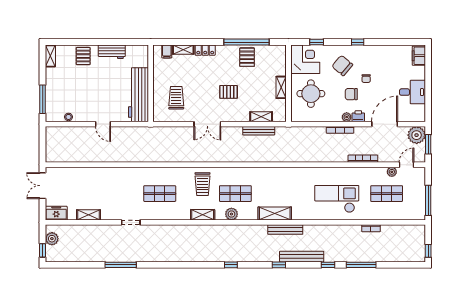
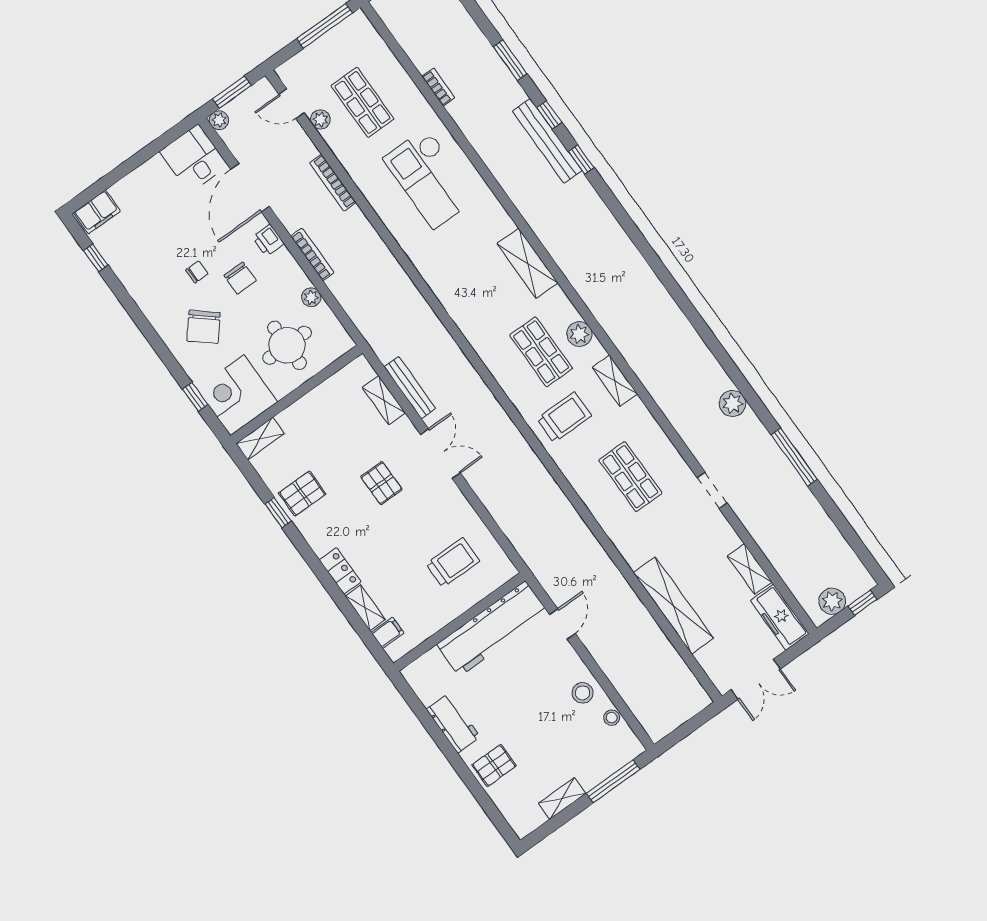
window: (246, 42) -> (278, 513), width x0.32
window: (358, 42) -> (96, 258), moved
shelving: (50, 56) -> (562, 798), moved
shelving: (281, 87) -> (260, 439), moved
desk: (412, 92) -> (194, 158), moved
trolley: (176, 98) -> (453, 563), turned 180
stool: (87, 112) -> (583, 693), added
plant: (347, 117) -> (311, 297), moved
door: (103, 124) -> (562, 624), moved
double door: (207, 124) -> (440, 454), moved
door: (385, 124) -> (250, 188), hinge flipped
plant: (417, 135) -> (219, 120), width x0.53, depth x0.53
shelving: (96, 174) -> (673, 606), added
freezer: (56, 213) -> (780, 617), width x1.40
bench: (285, 230) -> (541, 227), removed
plant: (160, 256) -> (733, 403), added
bench: (302, 257) -> (547, 141), moved
window: (231, 265) -> (664, 275), removed
window: (279, 265) -> (581, 160), moved
window: (361, 265) -> (510, 60), width x0.69

